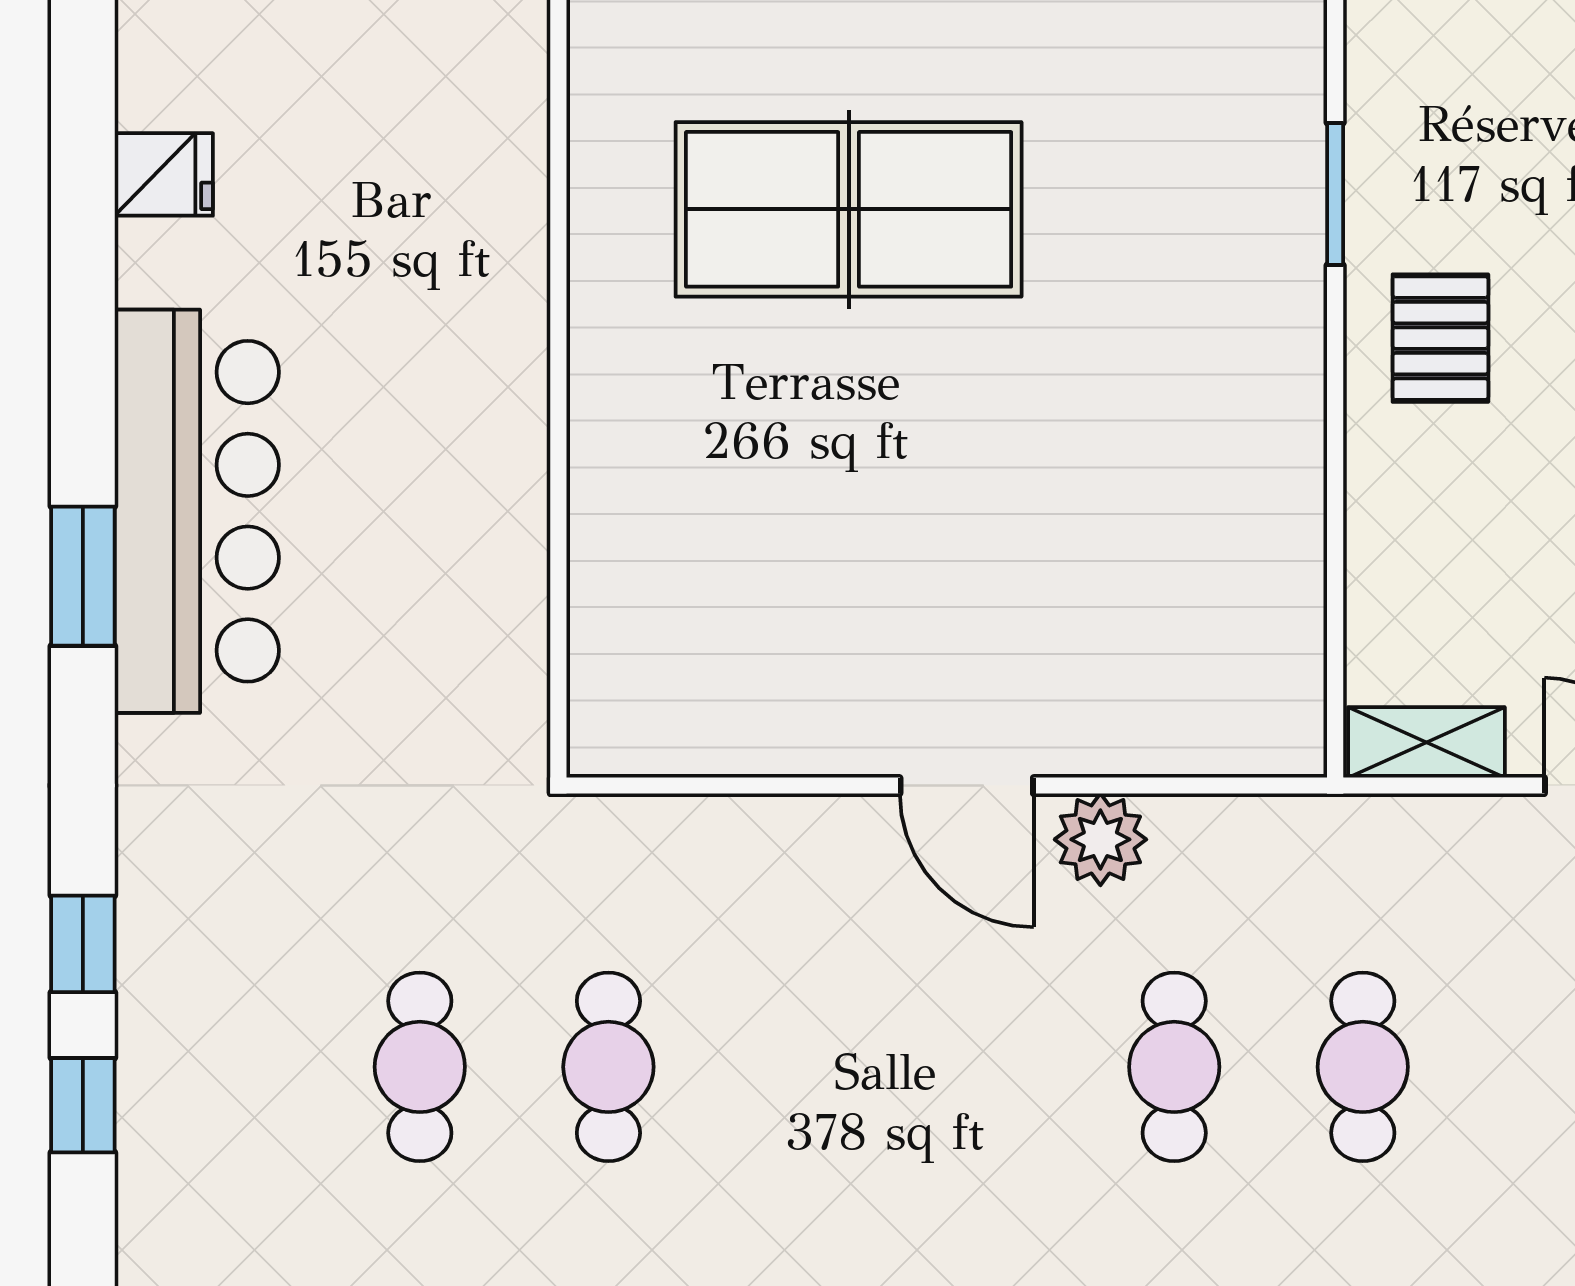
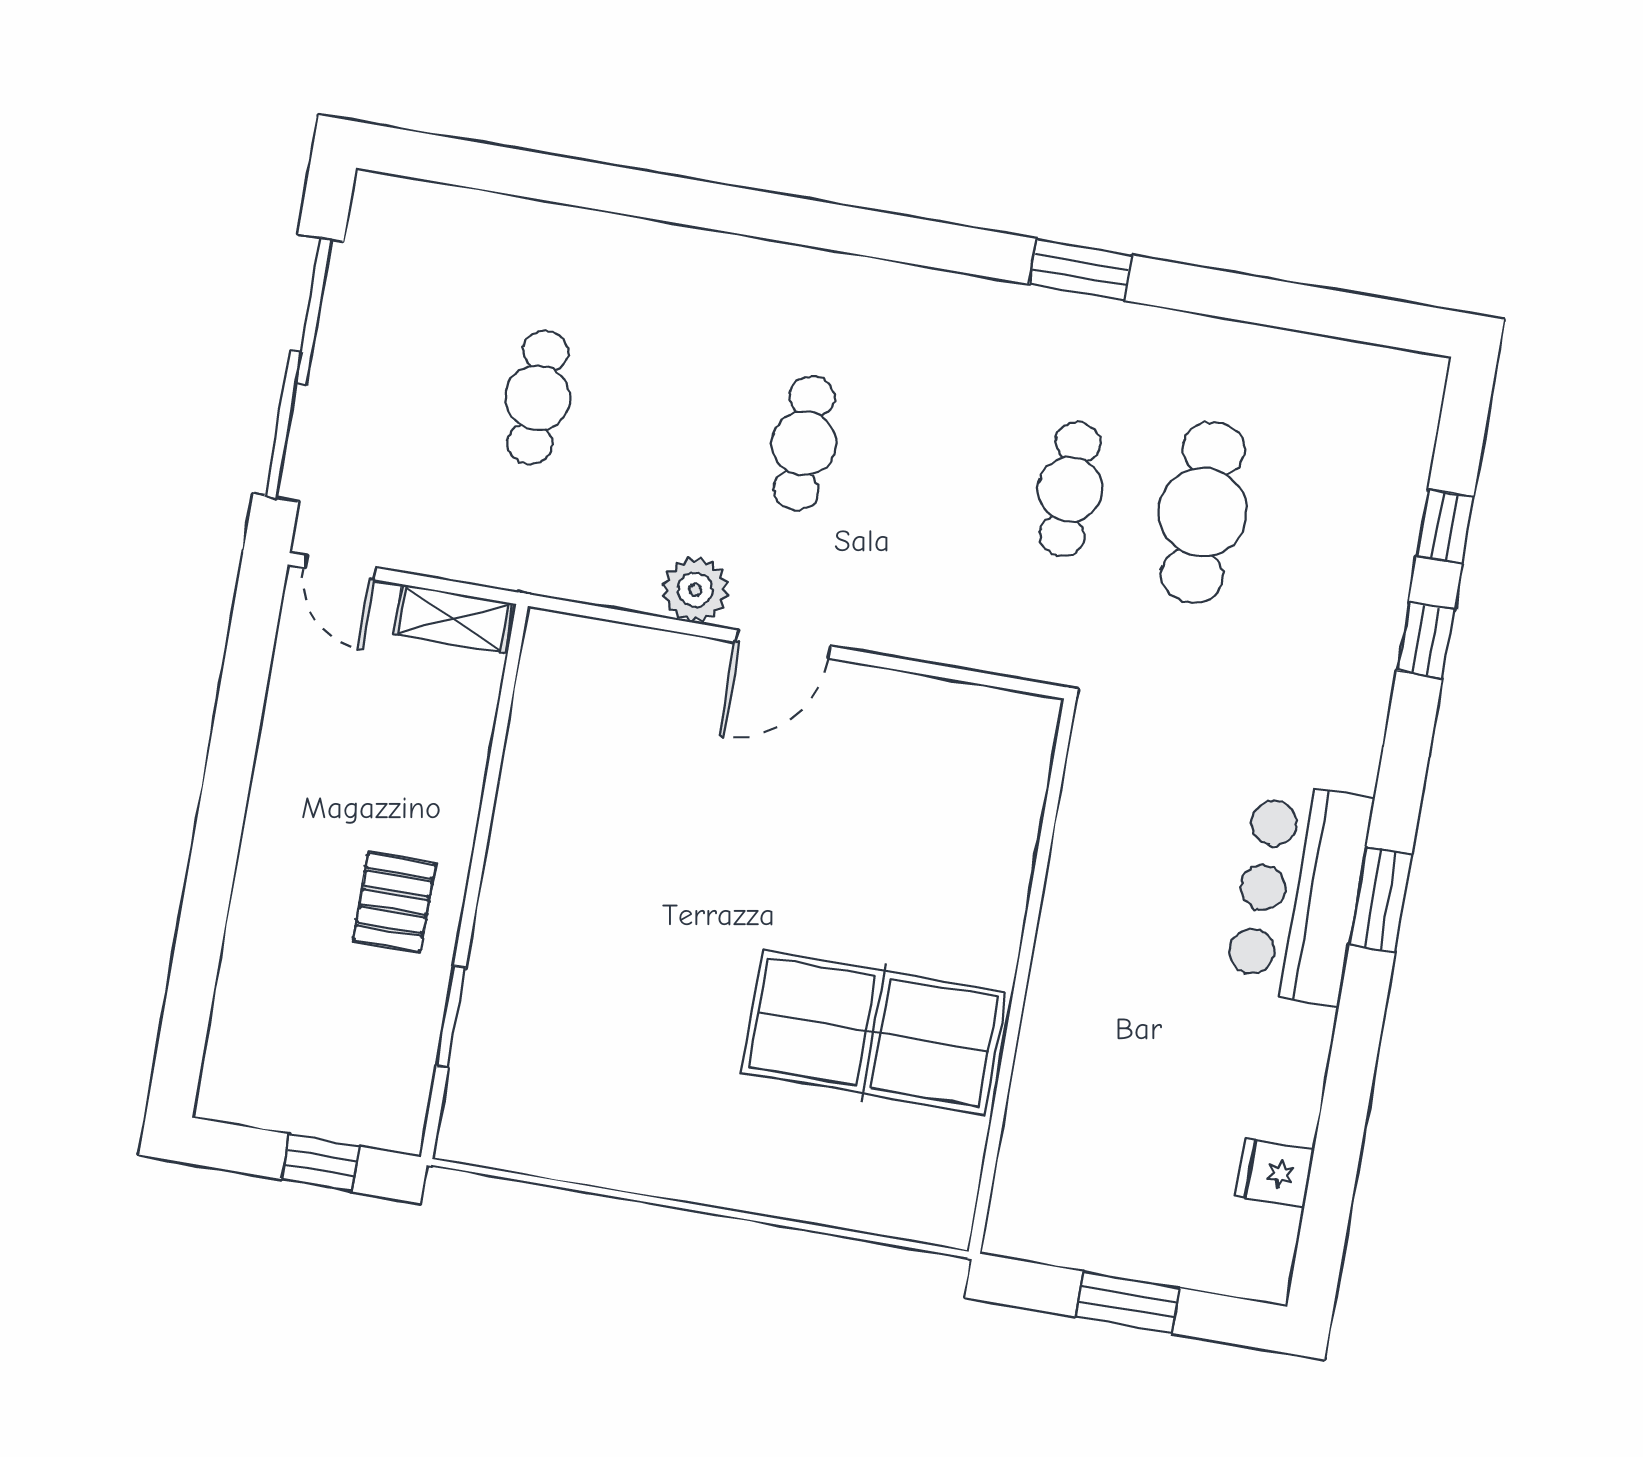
table tennis table: (849, 209) -> (873, 1032), moved
bar counter: (197, 511) -> (1299, 893), width x0.73
door: (967, 786) -> (783, 644), swing flipped
cafe table: (420, 1067) -> (1203, 512), width x1.37, depth x1.35
cafe table: (1174, 1067) -> (804, 443), moved

